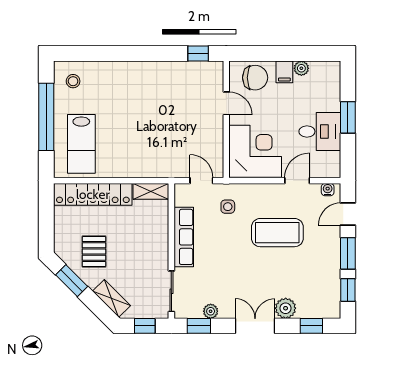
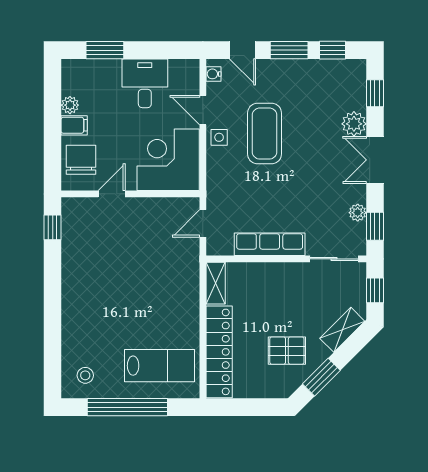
window: (348, 117) -> (105, 50), moved
side table: (228, 207) -> (219, 137), moved

